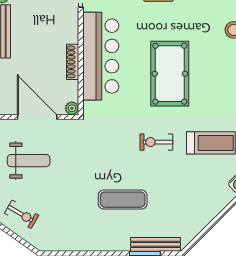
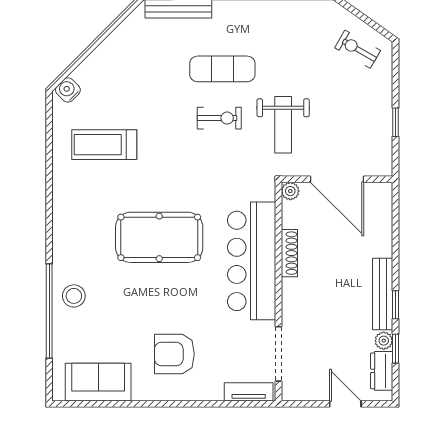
pool table: (170, 74) -> (159, 237), turned 90
exercise bike: (156, 142) -> (219, 118), moved
weight bench: (29, 161) -> (283, 125), moved, turned -90

